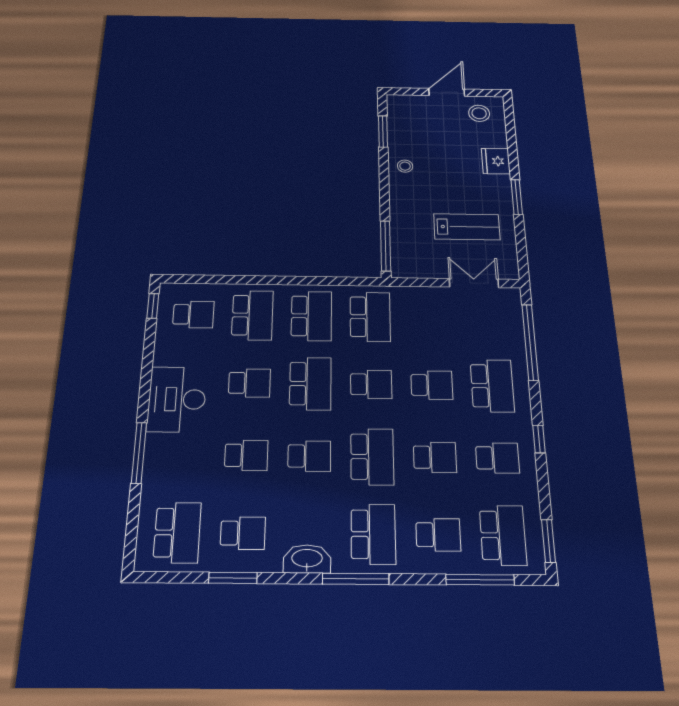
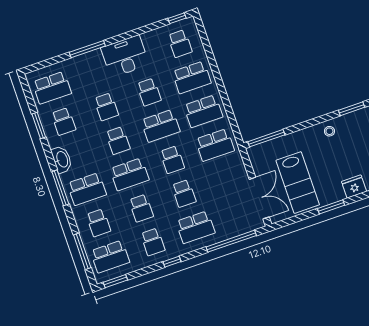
lab bench: (467, 227) -> (298, 183), width x1.36, depth x1.39
double door: (474, 283) -> (259, 198), width x1.37

